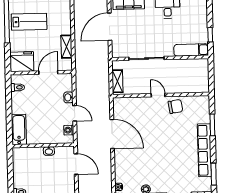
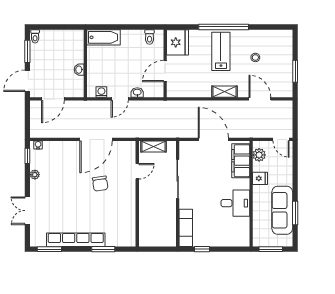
lab bench: (29, 22) -> (221, 51), turned 180
shelving: (66, 47) -> (225, 92), moved
door: (48, 72) -> (165, 71), swing flipped
door: (158, 95) -> (137, 171), moved
chair: (175, 106) -> (100, 184), moved
door: (76, 164) -> (53, 99), moved

